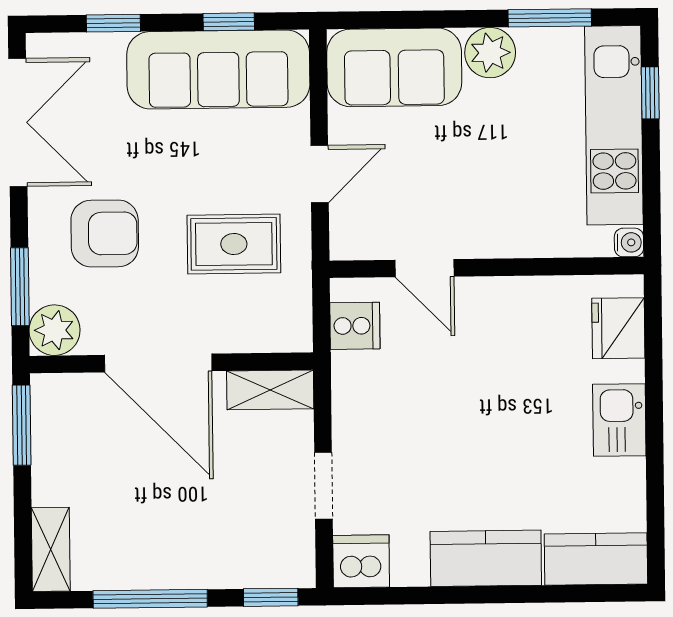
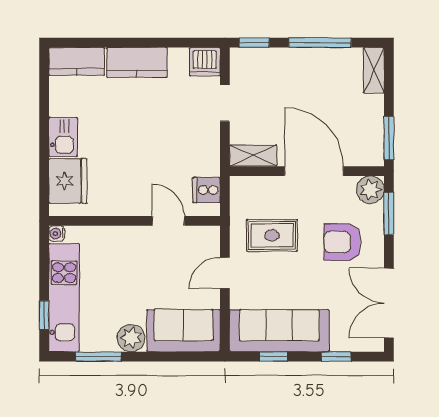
fridge: (618, 328) -> (68, 181), width x1.36, depth x1.34

